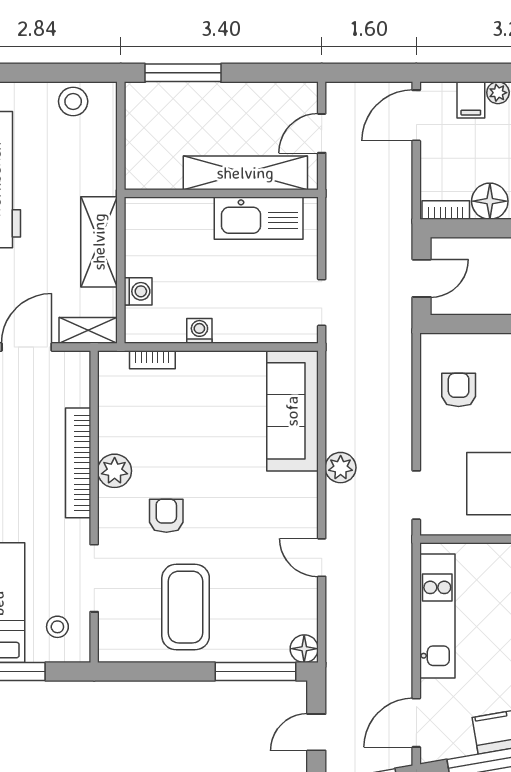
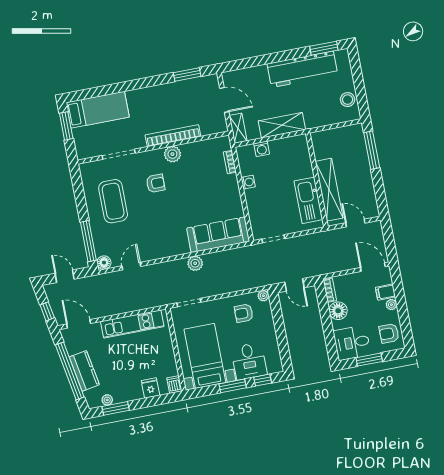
plant: (431, 344) -> (263, 296), added
armchair: (459, 390) -> (244, 313), turned 180
door: (322, 558) -> (131, 266), moved
coffee table: (186, 607) -> (113, 201), turned 90
stool: (57, 627) -> (92, 141), removed

